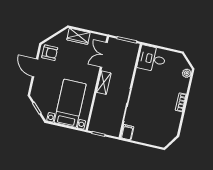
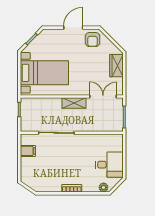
desk: (152, 59) -> (109, 165), moved, turned 90
filing cabinet: (127, 132) -> (28, 151), moved

